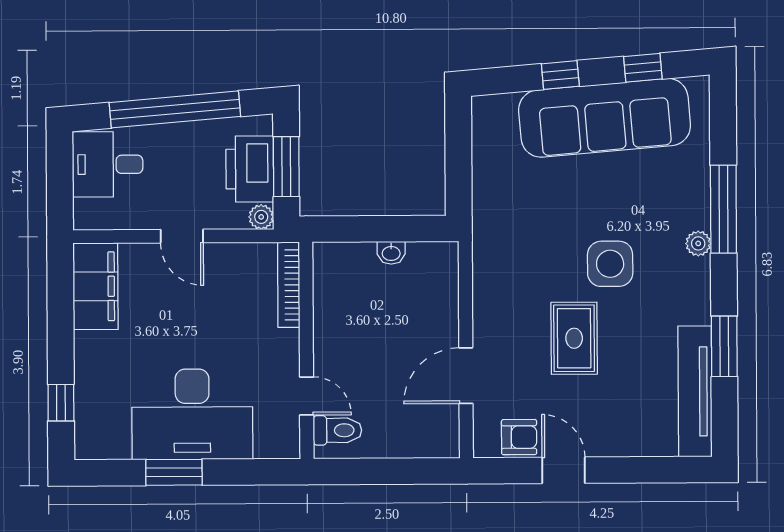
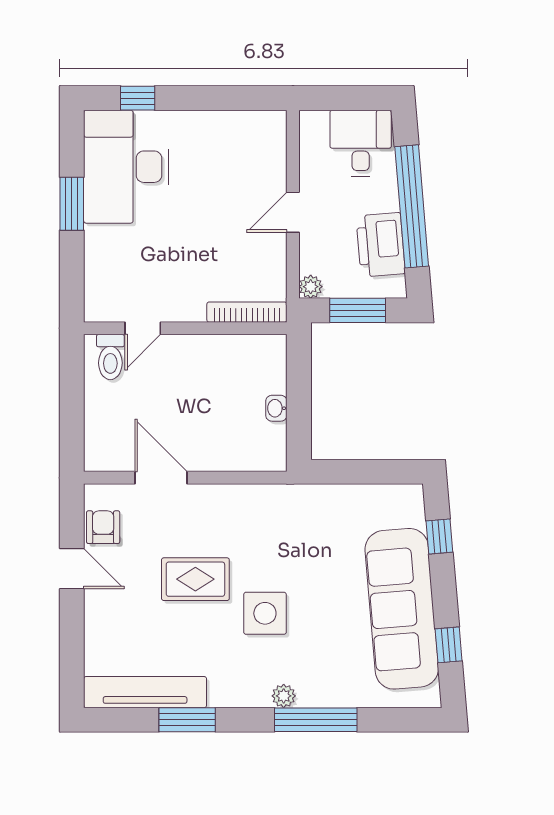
window: (560, 75) -> (439, 536), moved
printer: (250, 169) -> (381, 245), moved, turned -95
filing cabinet: (96, 286) -> (246, 131), removed
desk: (192, 414) -> (126, 167), moved
armchair: (519, 437) -> (103, 527), turned 180
door: (564, 470) -> (72, 569), hinge flipped

